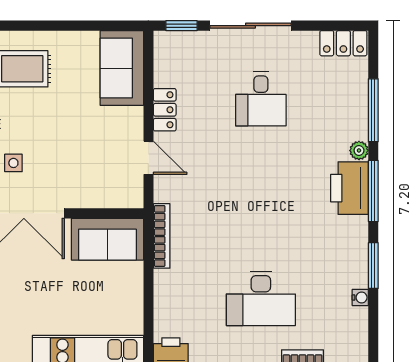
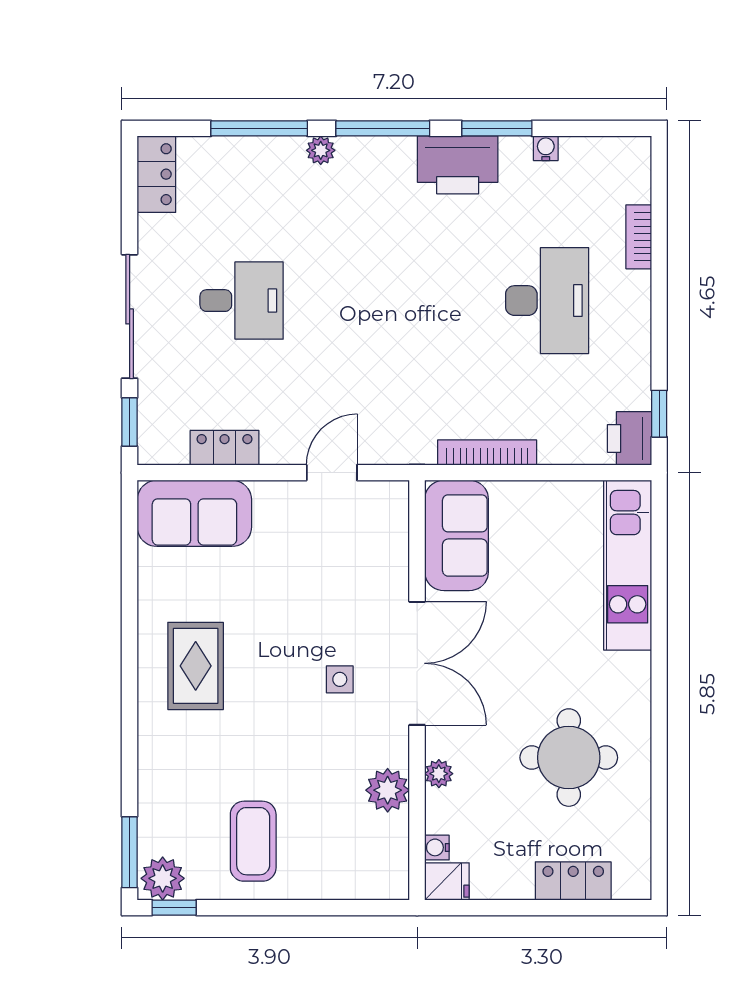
locker: (165, 110) -> (225, 448), moved
printer: (349, 188) -> (458, 165), moved
bookcase: (162, 236) -> (487, 452), moved

